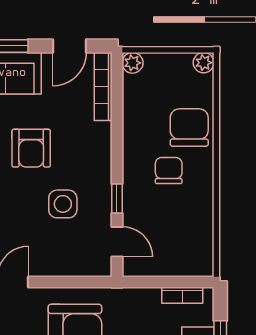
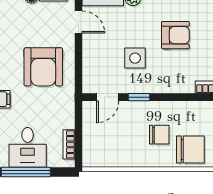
armchair: (31, 148) -> (175, 35), turned 180

